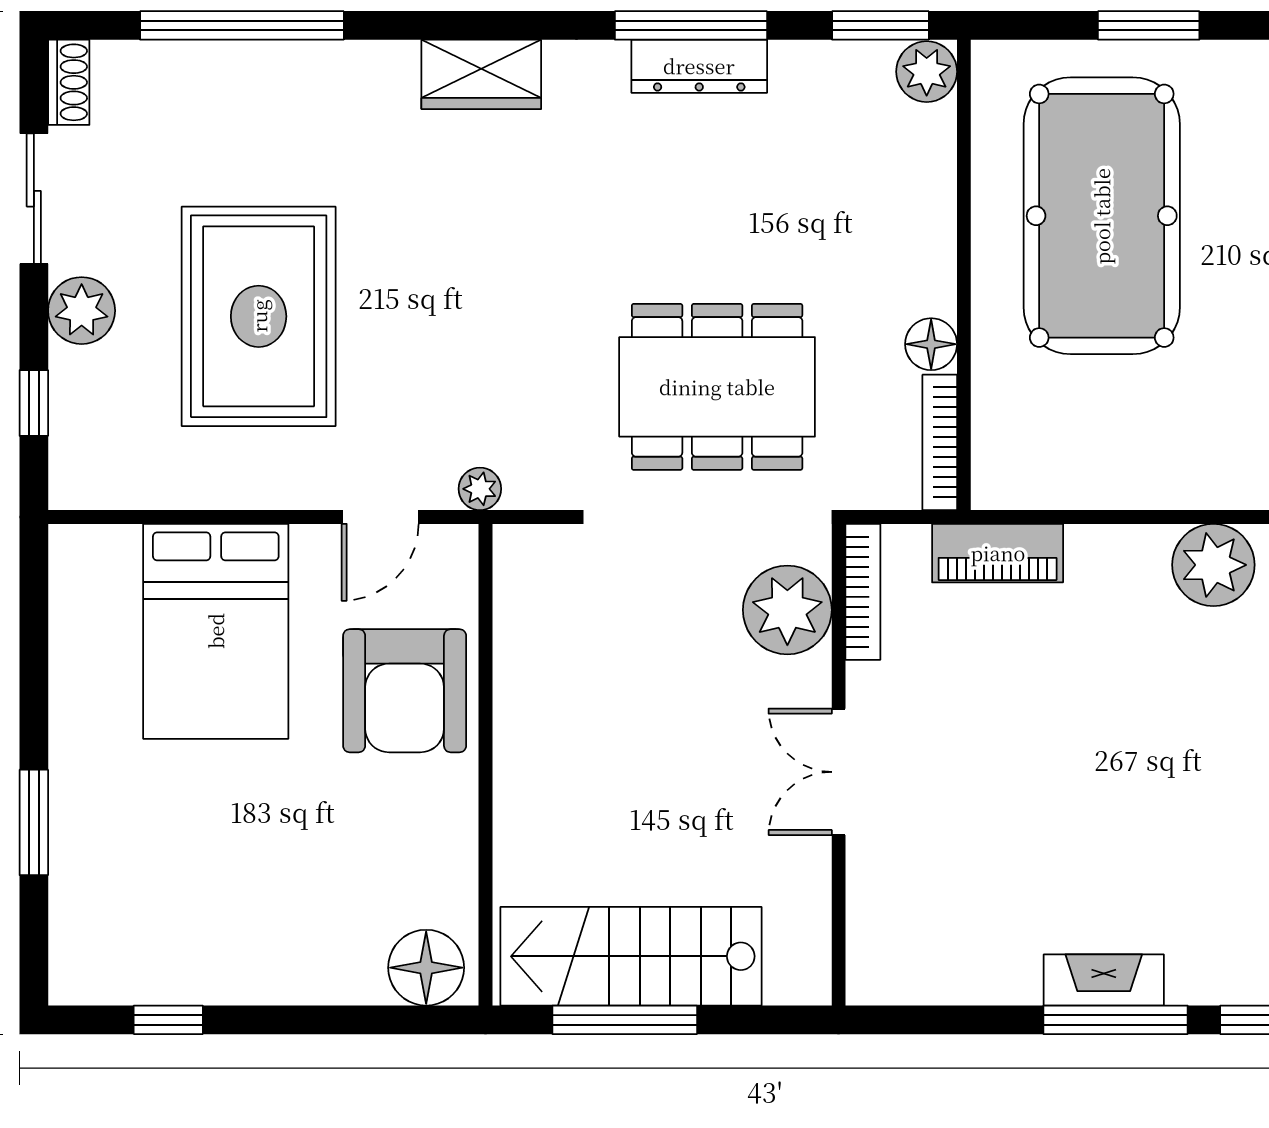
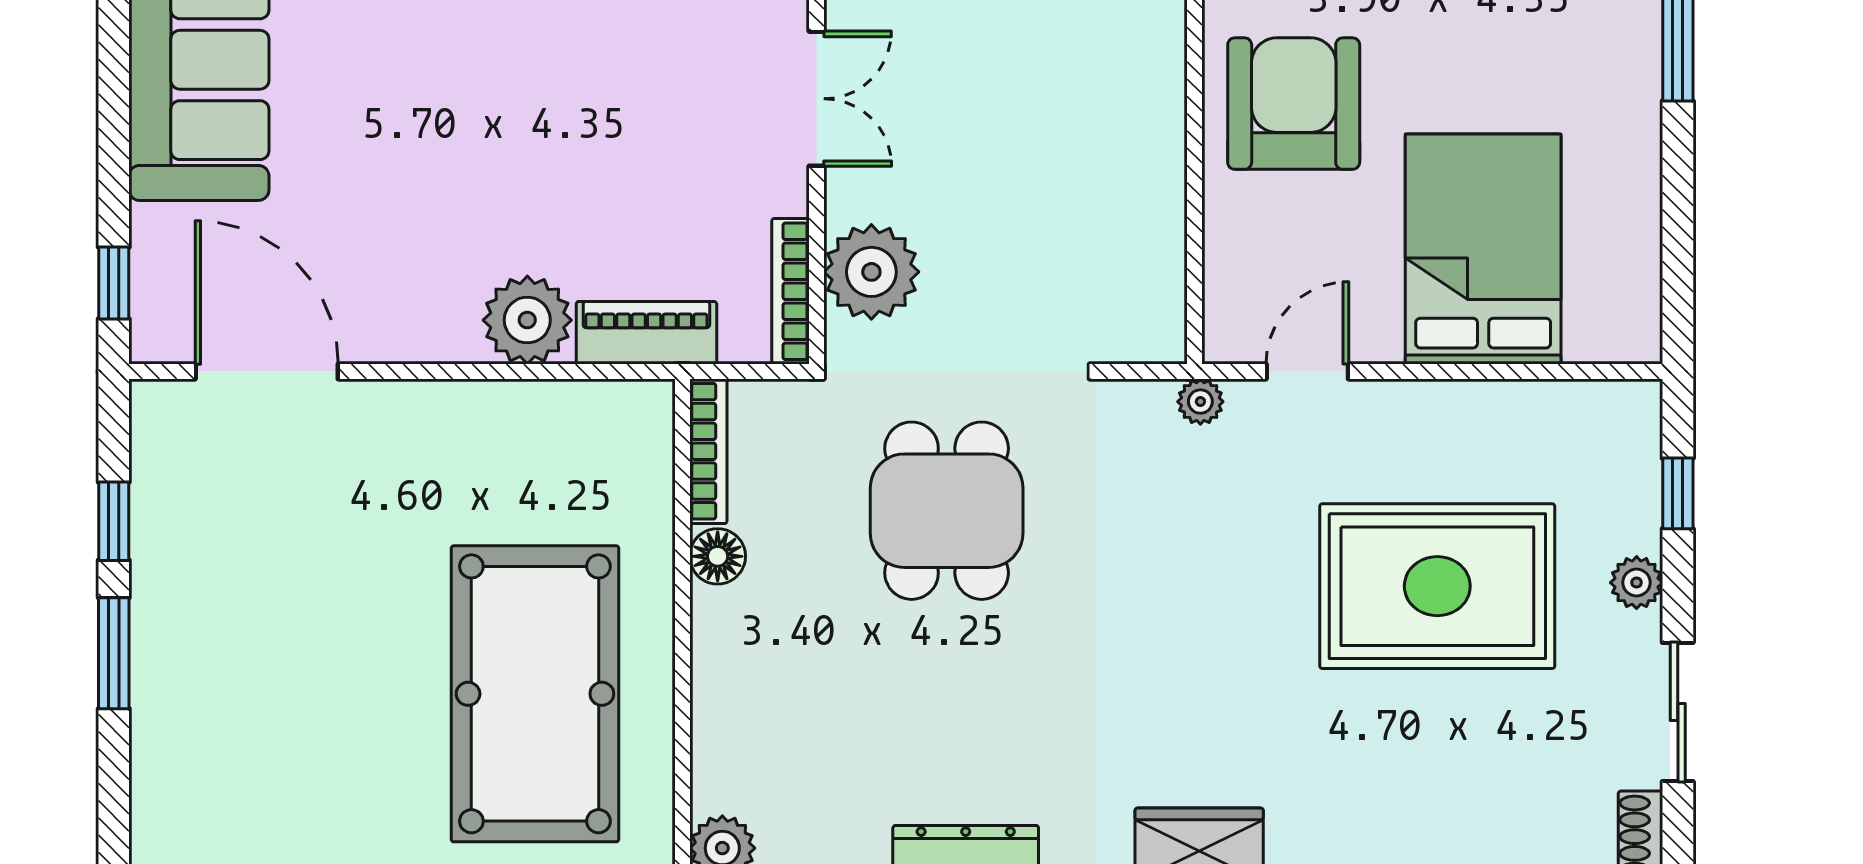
plant: (82, 311) -> (1637, 583), width x0.73, depth x0.73
rug: (259, 316) -> (1437, 586), turned 90
dining table: (717, 387) -> (947, 511), width x0.73
plant: (1213, 565) -> (527, 320), moved
armchair: (405, 691) -> (1294, 104), moved

